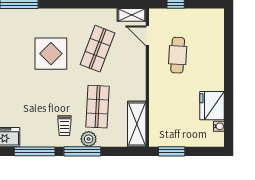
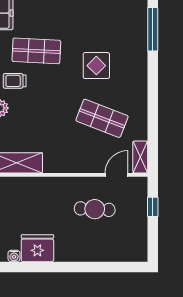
display table: (51, 54) -> (96, 66), width x0.73, depth x0.73
shop shelf: (97, 107) -> (36, 51), moved

